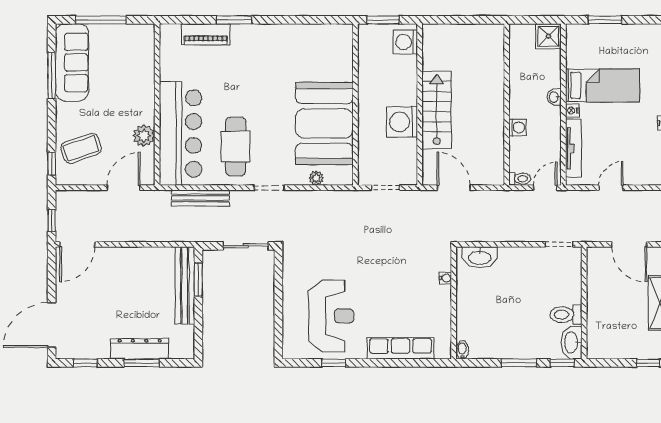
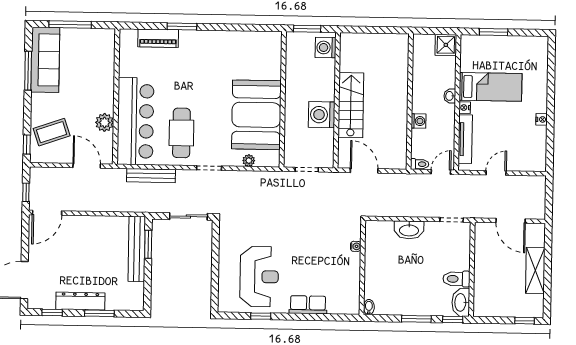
door: (124, 188) -> (87, 166), hinge flipped
washbasin: (480, 257) -> (409, 230), moved
row of seats: (400, 348) -> (308, 305), width x0.68
dresser: (140, 349) -> (80, 301), moved

